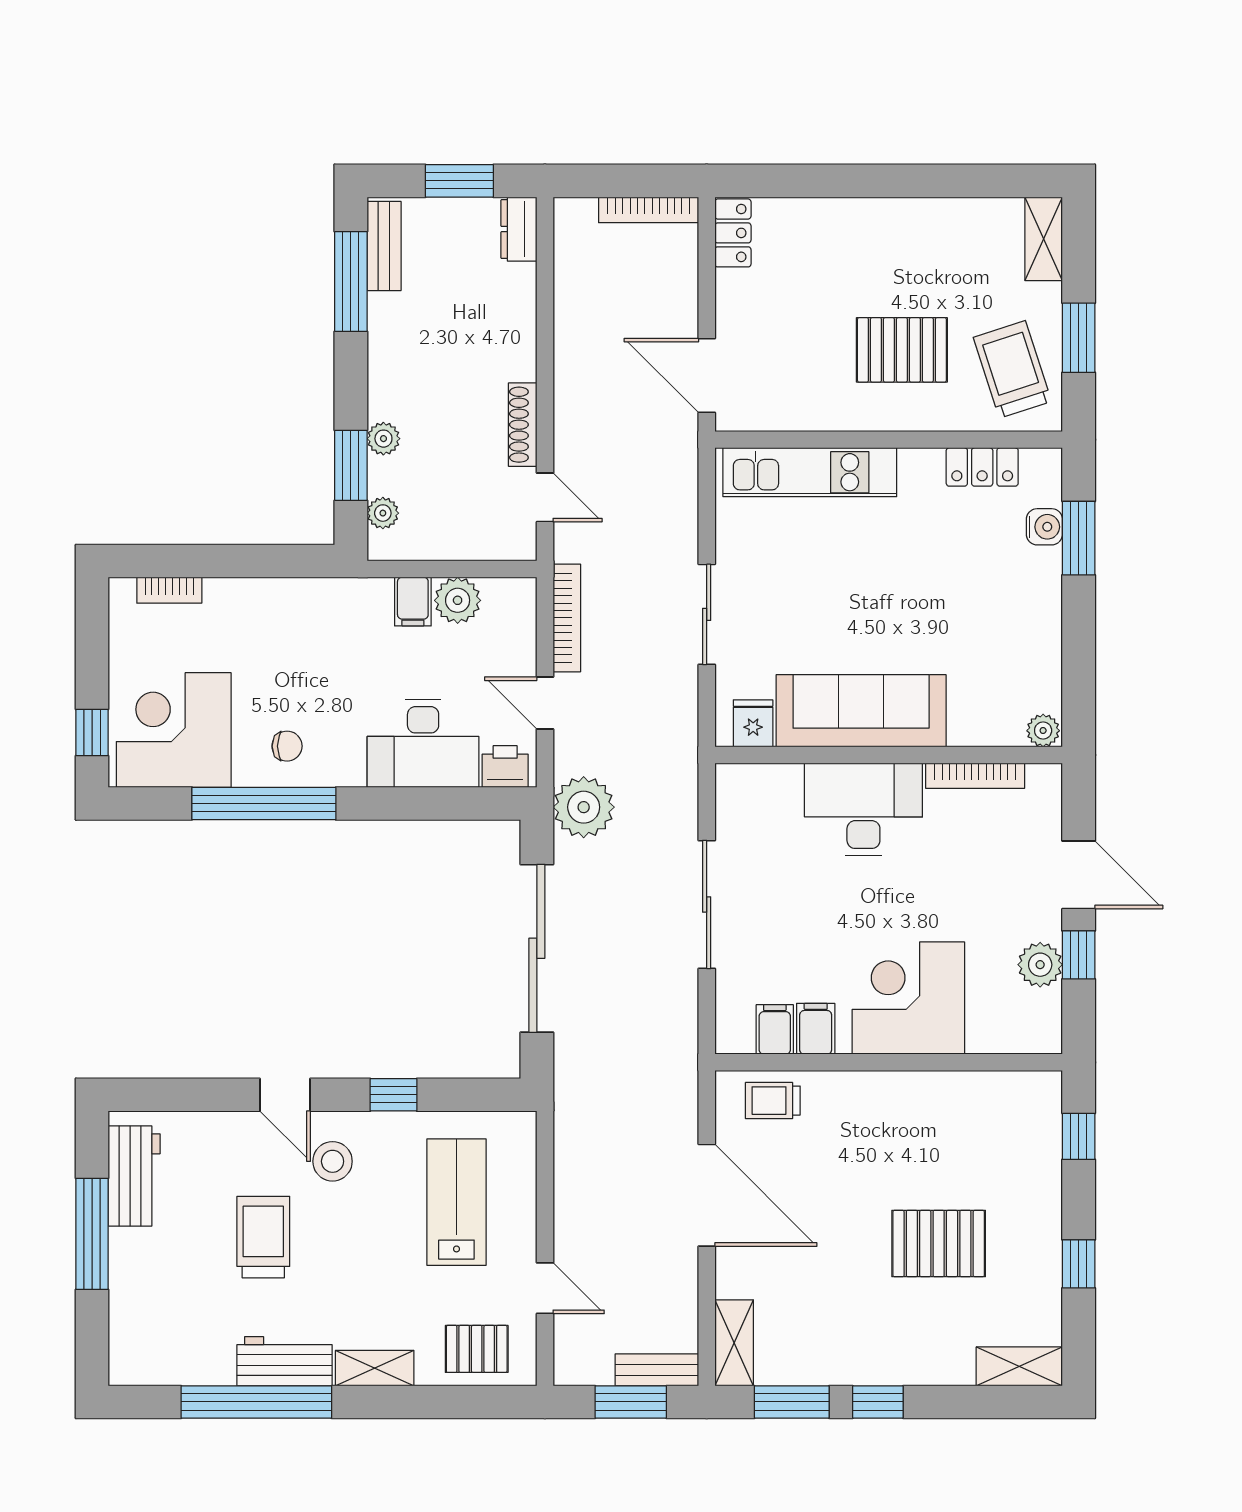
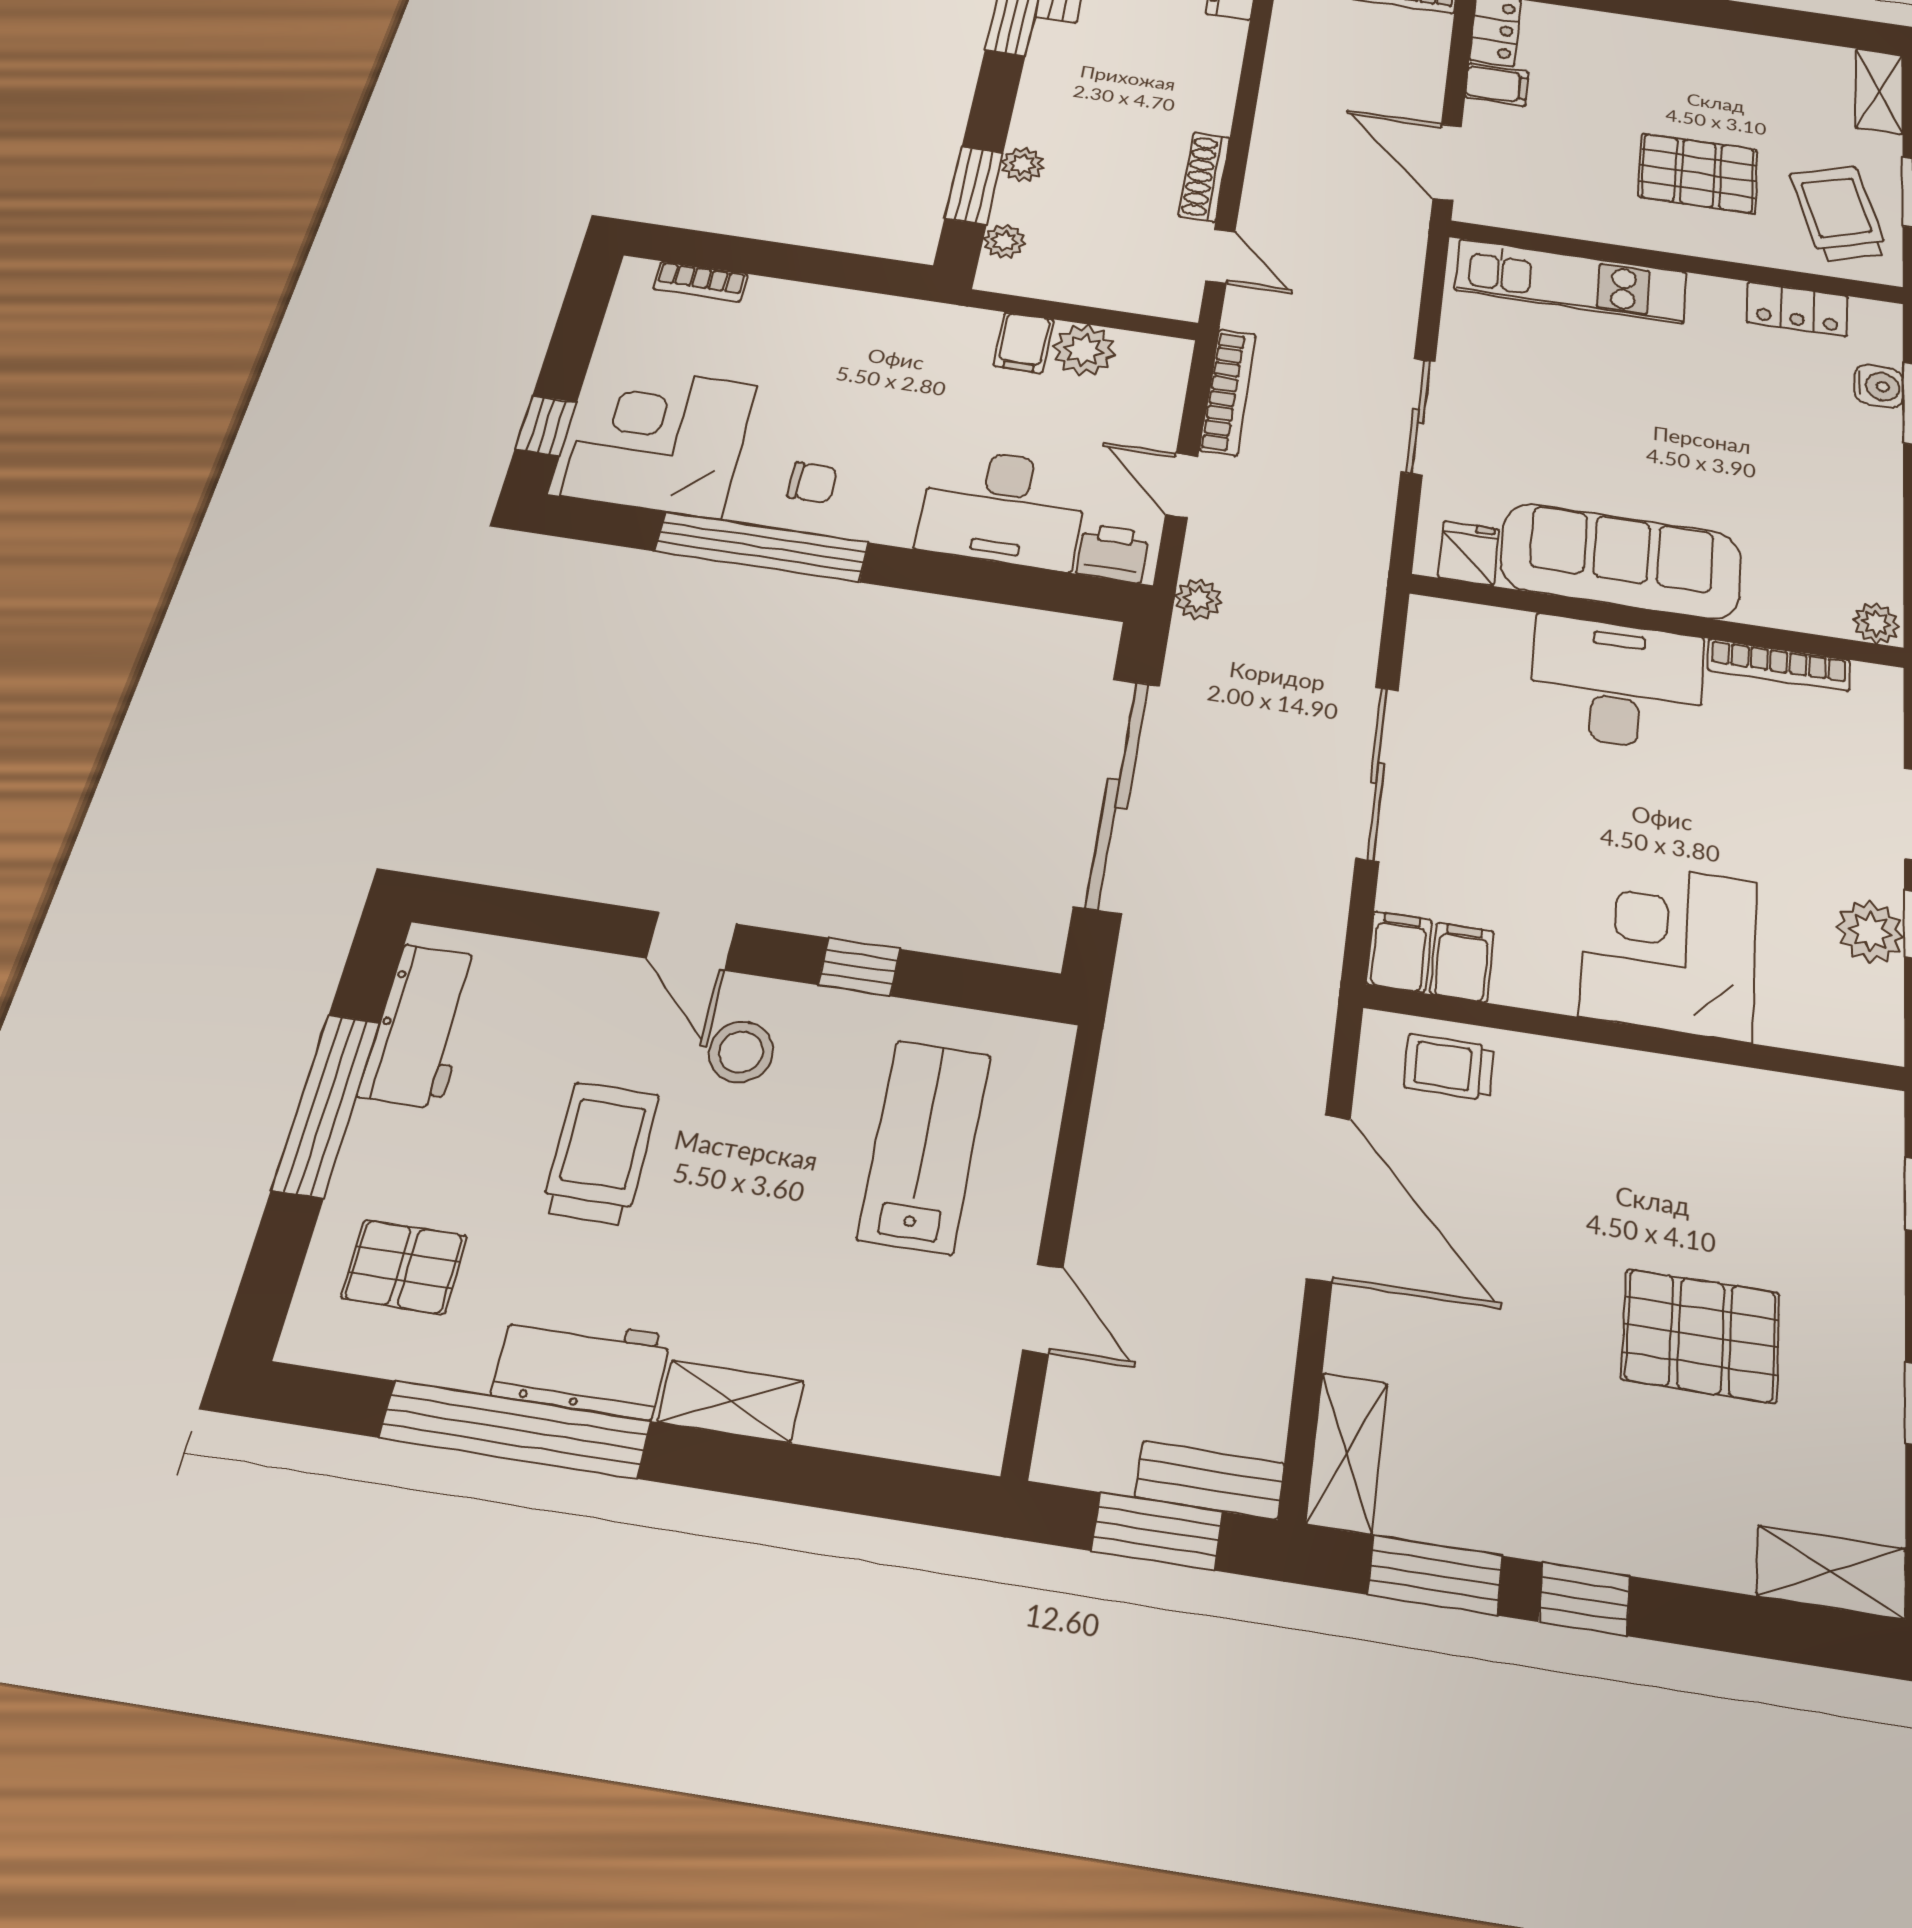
filing cabinet: (739, 290) -> (1497, 85), added
plant: (584, 807) -> (1198, 599), width x0.53, depth x0.53
filing cabinet: (816, 1029) -> (1399, 952), moved
pallet: (477, 1349) -> (404, 1267), moved

